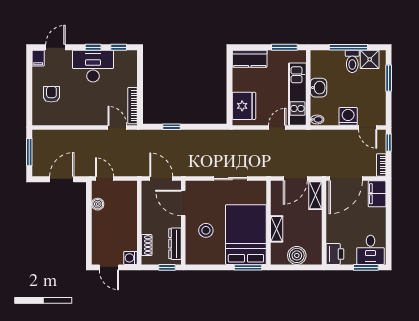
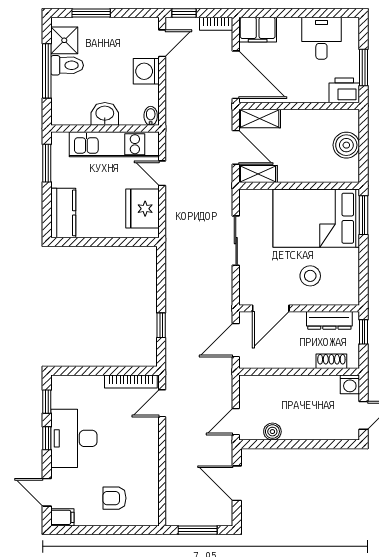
fridge: (244, 106) -> (142, 209), moved, turned -90
shelving: (277, 229) -> (258, 174), moved
desk: (371, 250) -> (321, 38), moved, turned -90
window: (366, 267) -> (364, 67), moved

